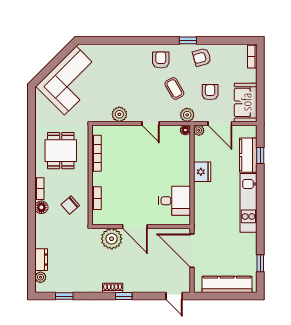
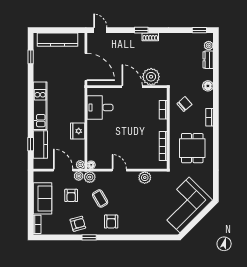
sofa: (246, 102) -> (42, 198), moved
plant: (201, 116) -> (79, 176), added
floor lamp: (41, 207) -> (208, 86), moved
window: (64, 296) -> (199, 30), moved

